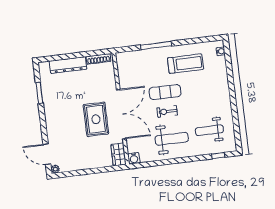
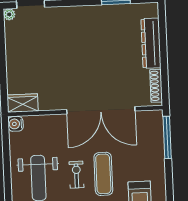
window: (156, 45) -> (167, 137), moved
double door: (121, 114) -> (101, 110), moved
rug: (96, 119) -> (73, 76), removed

